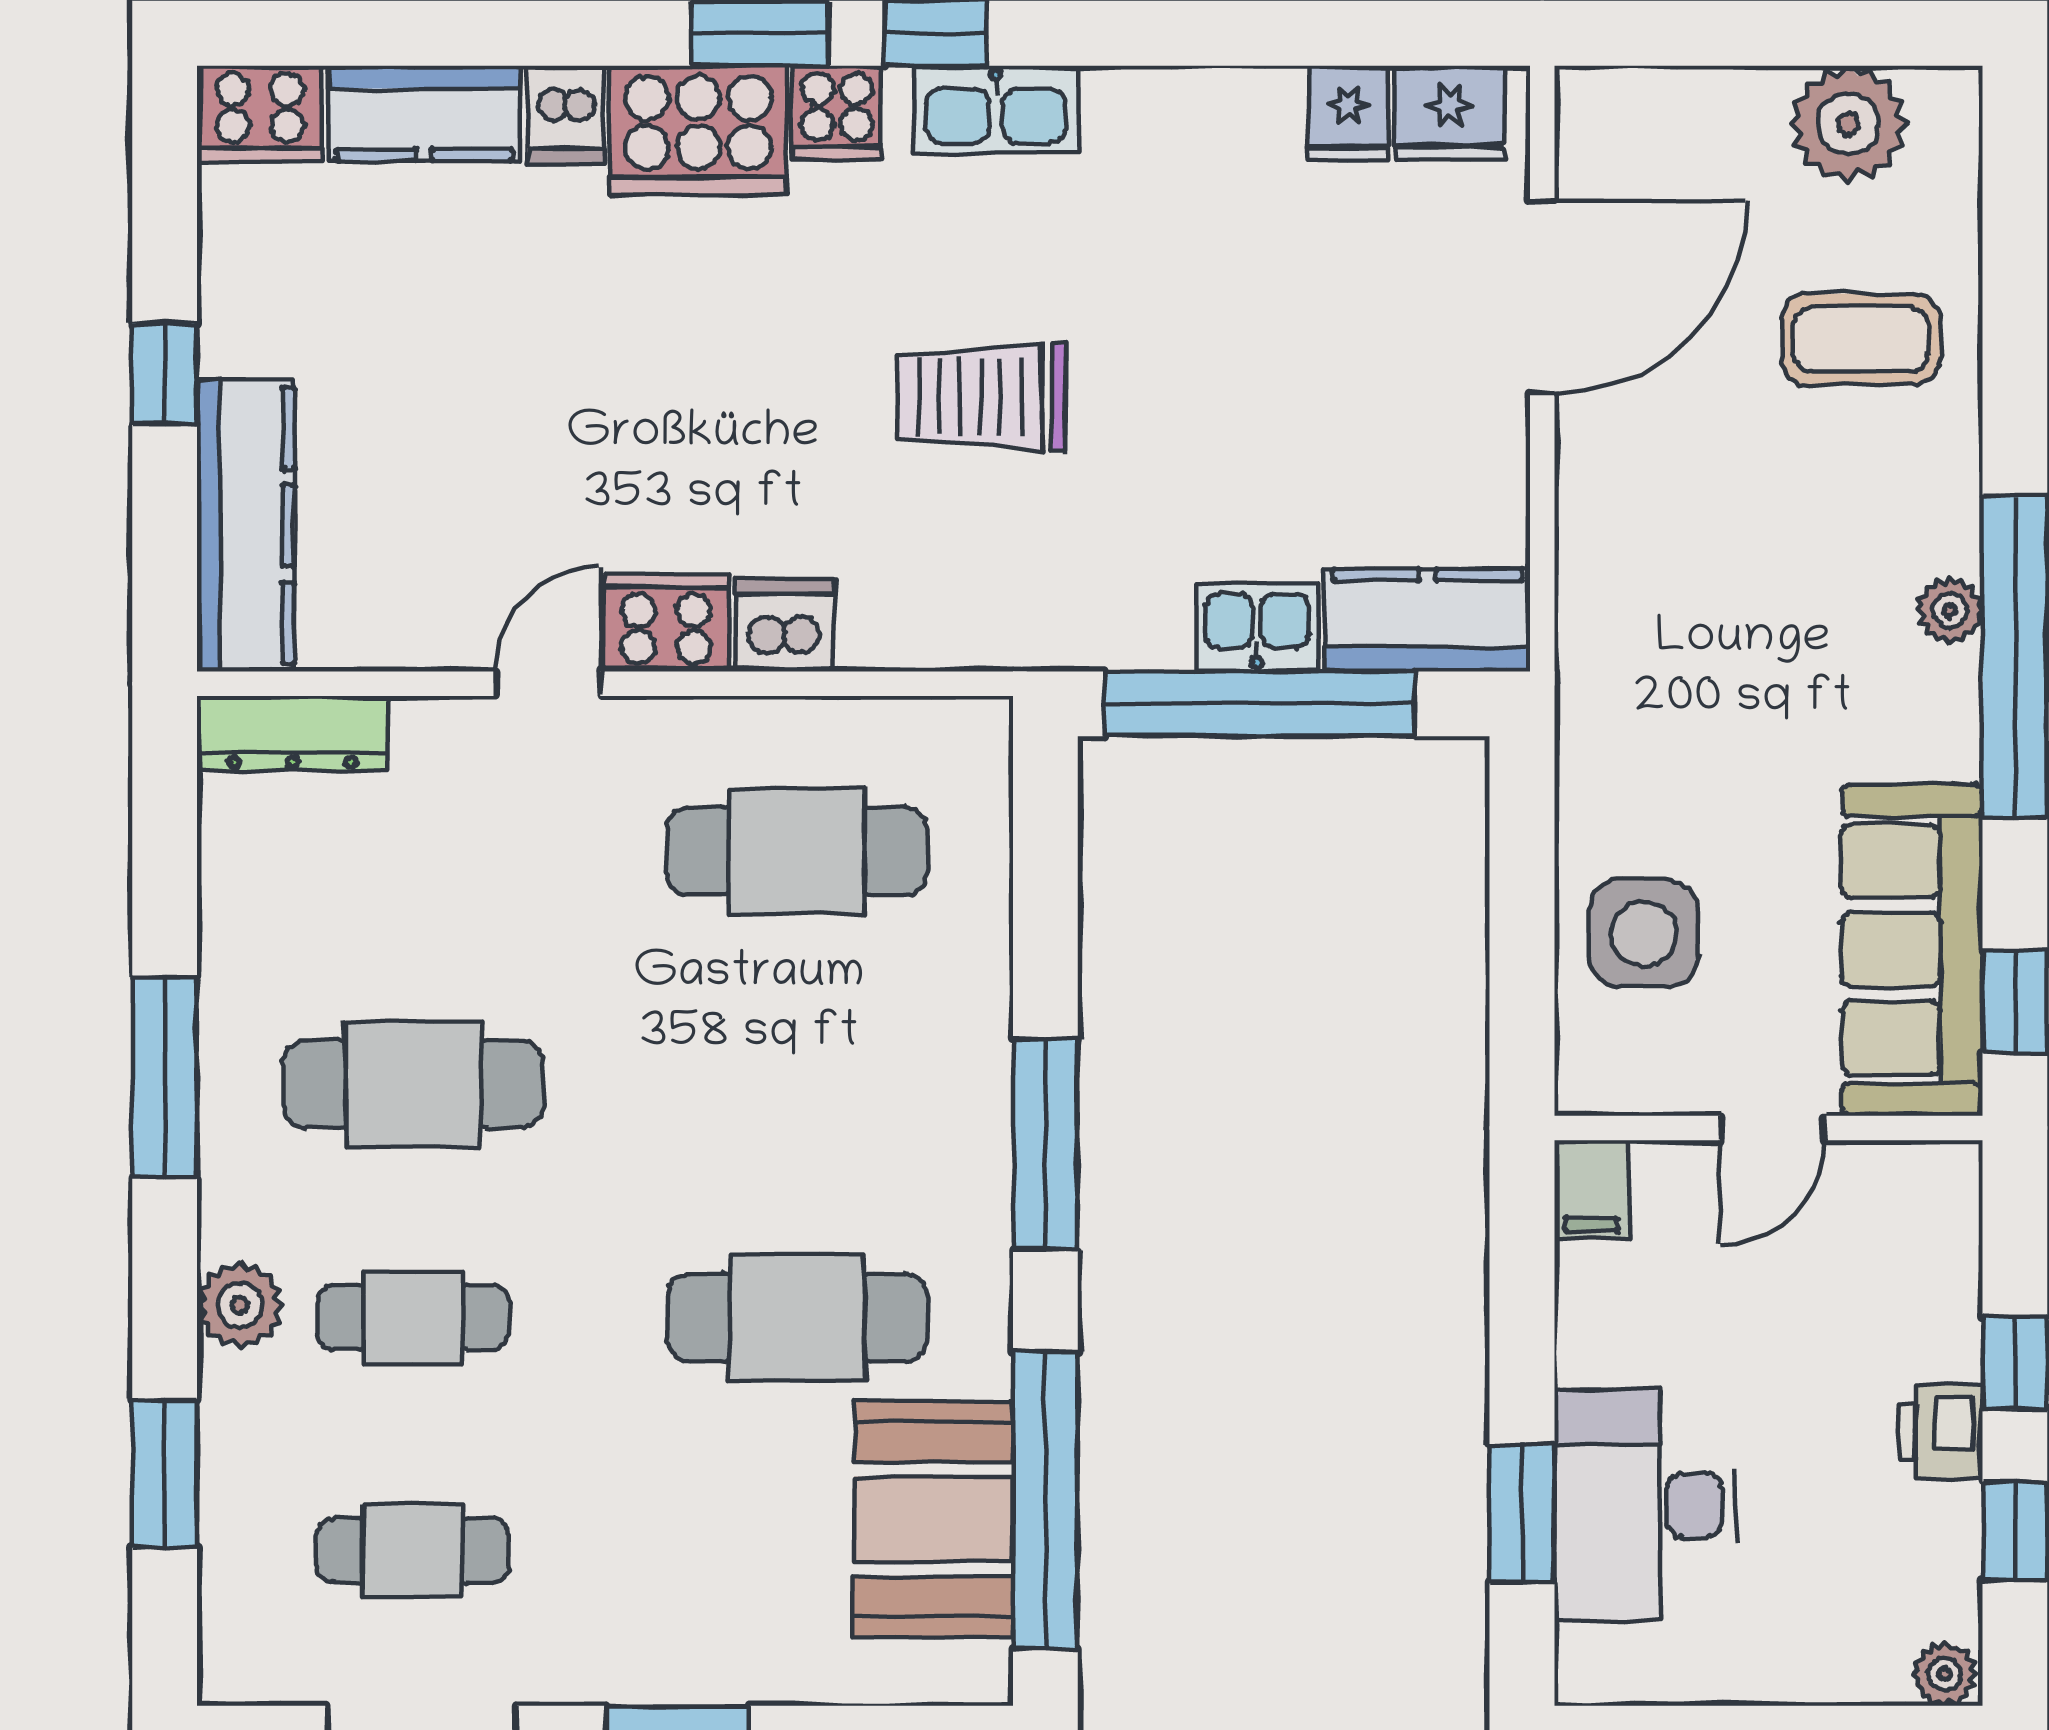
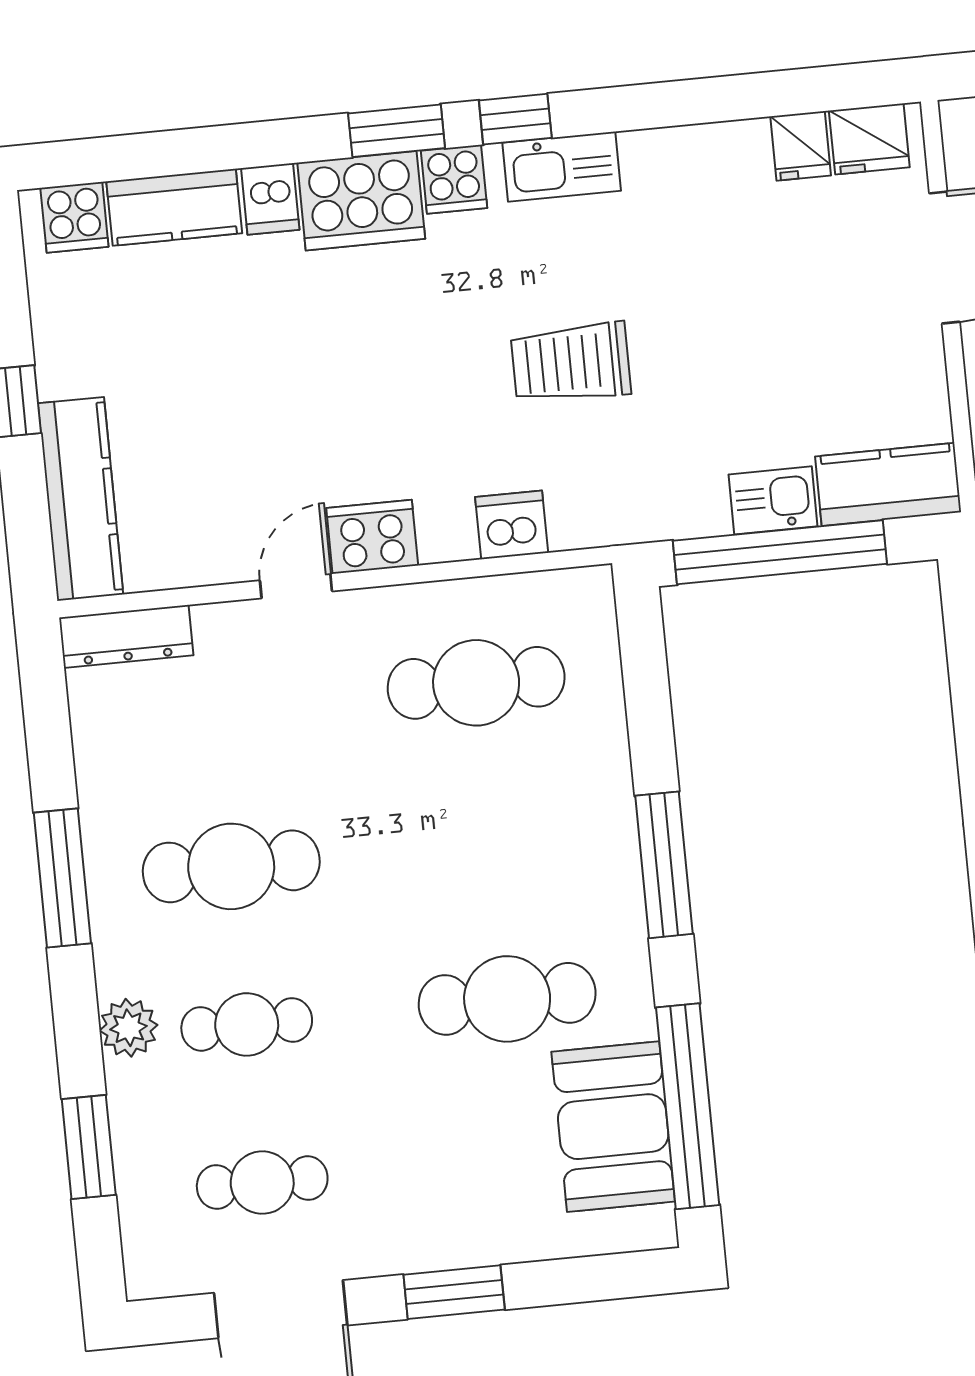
cooker: (260, 114) -> (74, 217), width x0.73
dishwasher: (785, 626) -> (512, 525), moved

